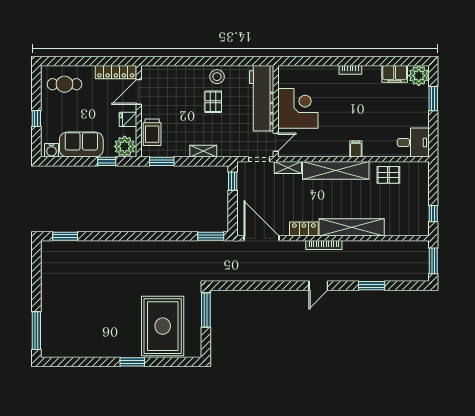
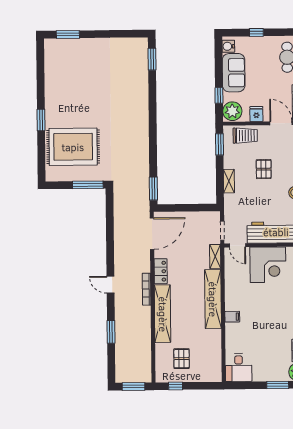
pallet: (213, 102) -> (264, 169), moved, turned 90
trolley: (152, 132) -> (245, 136), turned 180
pallet: (388, 175) -> (182, 359), moved
window: (233, 181) -> (202, 207), removed
window: (36, 331) -> (68, 34), width x0.69

